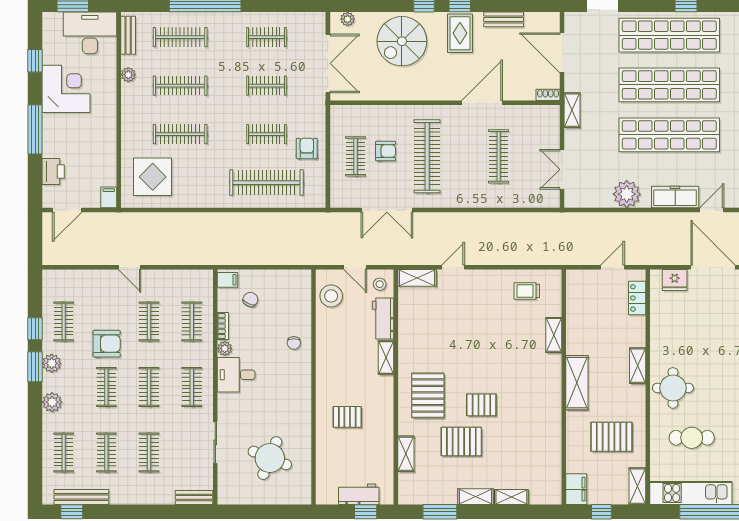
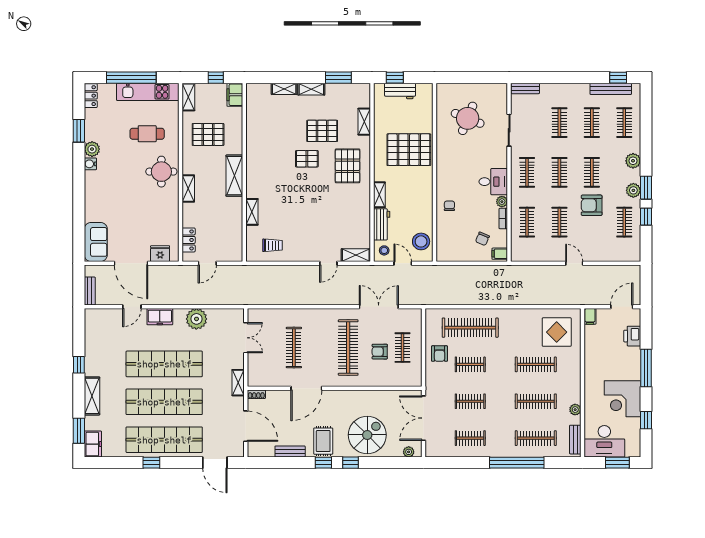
freezer: (675, 197) -> (160, 317), width x0.71
pallet: (347, 417) -> (409, 150), width x2.05, depth x2.00

